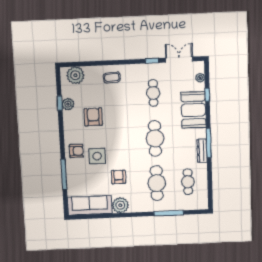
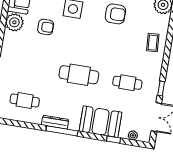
cafe table: (157, 183) -> (30, 67), removed

